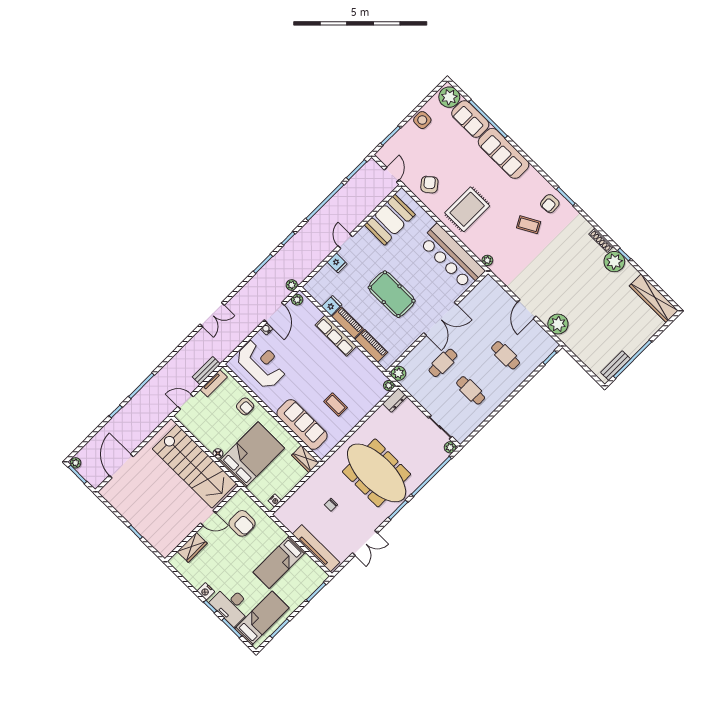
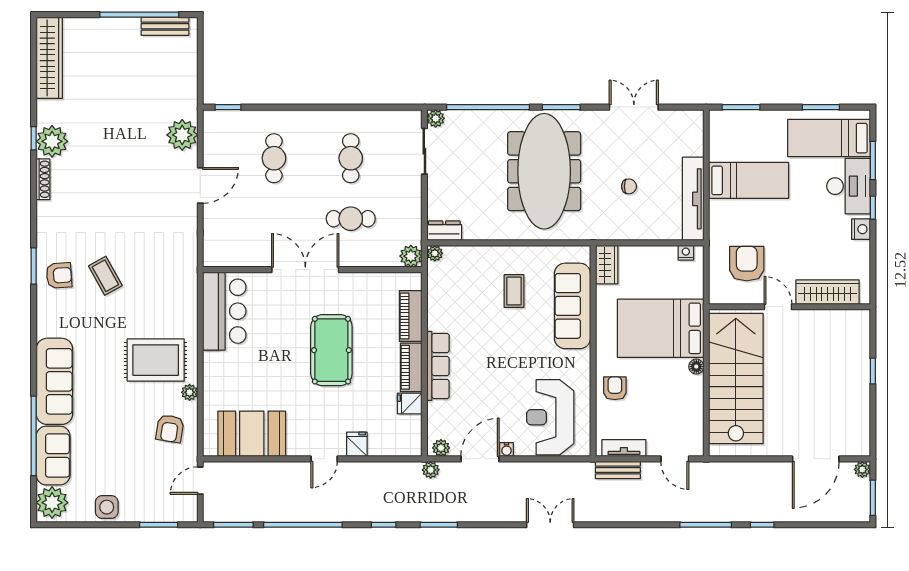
armchair: (429, 185) -> (170, 429), turned -42
bar counter: (452, 257) -> (224, 311), width x0.73
plant: (487, 260) -> (190, 392), moved
plant: (76, 463) -> (862, 469), moved
wardrobe: (192, 547) -> (828, 292), width x1.50
tv unit: (316, 548) -> (693, 199), moved

